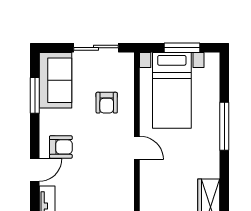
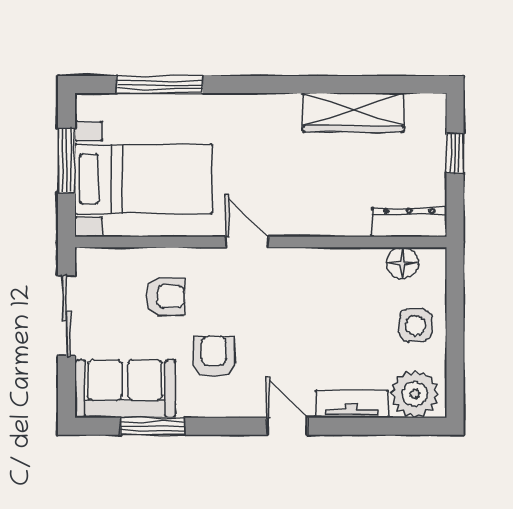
window: (224, 126) -> (160, 85), moved
armchair: (61, 147) -> (214, 356), moved
door: (137, 148) -> (247, 242), hinge flipped

